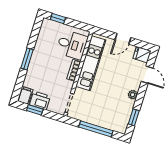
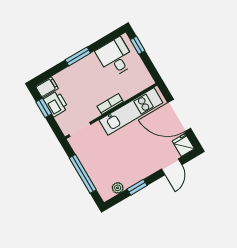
door: (123, 39) -> (179, 116), width x1.87
desk: (72, 45) -> (115, 57), moved, turned 180
plant: (133, 95) -> (118, 188), moved
window: (134, 117) -> (137, 187), moved

